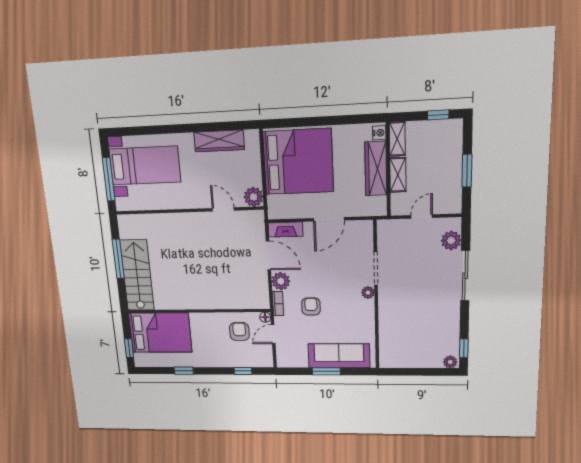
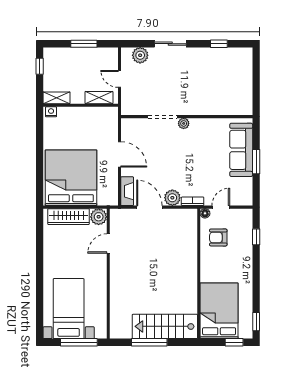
wardrobe: (219, 141) -> (68, 217), moved, turned 90
wardrobe: (376, 169) -> (79, 115), removed
shelving: (398, 175) -> (99, 98), moved
door: (268, 255) -> (149, 207), hinge flipped
sliding door: (465, 276) -> (170, 44), width x0.73
armchair: (311, 306) -> (196, 173), removed
door: (273, 334) -> (221, 207), swing flipped
window: (464, 348) -> (219, 44), moved
plant: (450, 362) -> (247, 55), removed
window: (184, 371) -> (256, 322), moved

